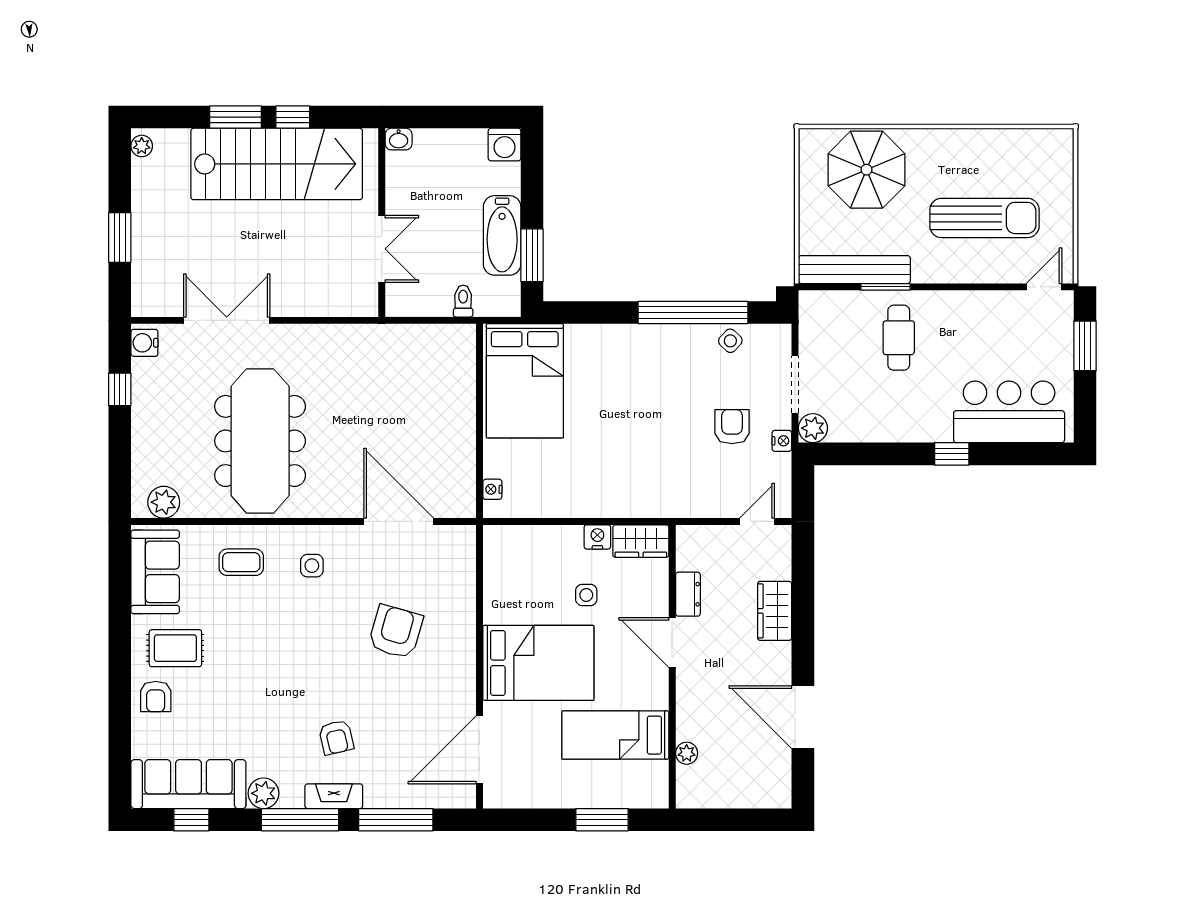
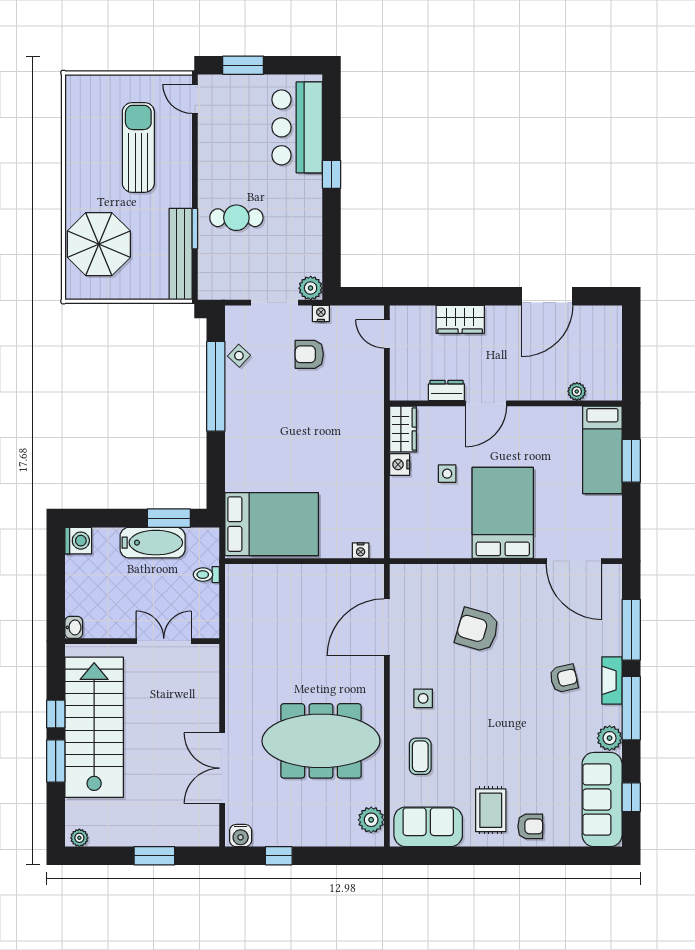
bed: (615, 735) -> (602, 450), moved

